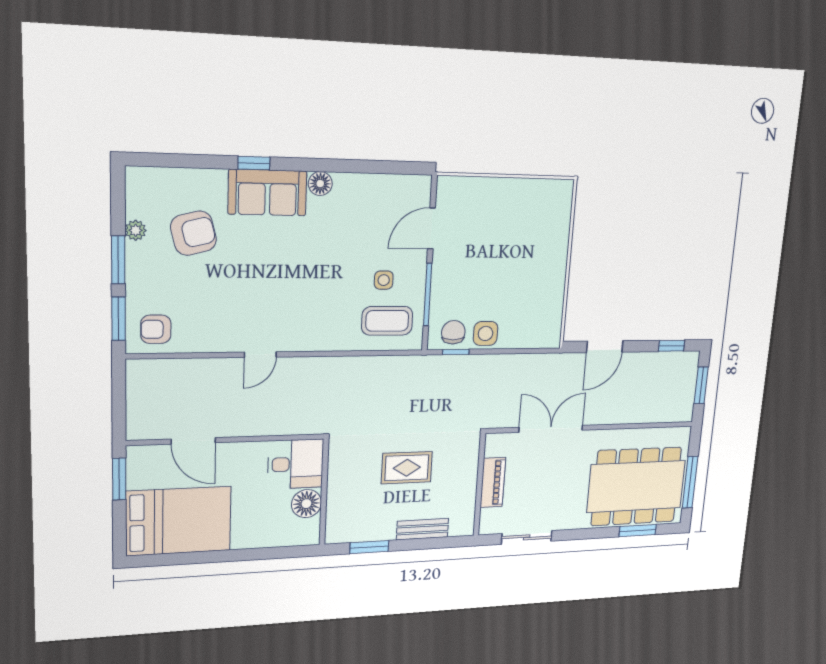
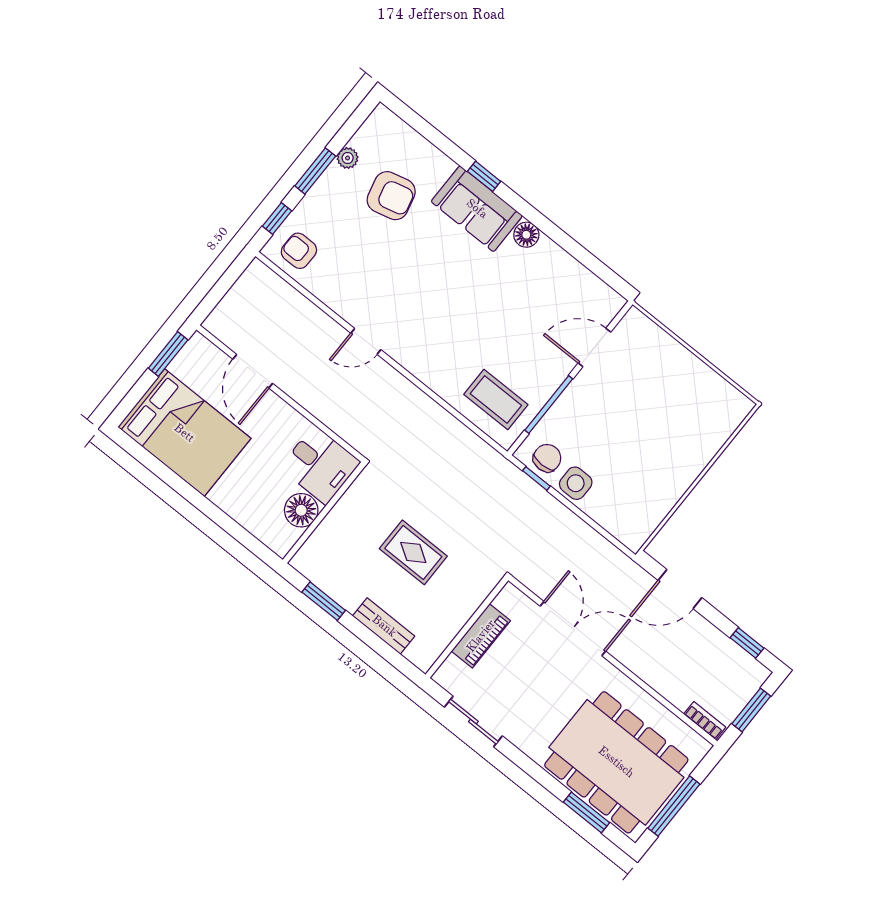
side table: (384, 280) -> (519, 360), removed
window: (119, 319) -> (277, 218), width x0.67
bookcase: (676, 416) -> (705, 721), added

